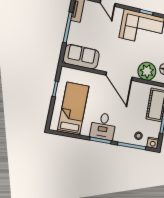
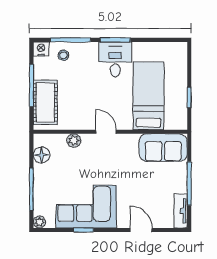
plant: (147, 71) -> (74, 141), width x0.53, depth x0.53
door: (119, 76) -> (106, 132), width x0.53
bed: (73, 109) -> (149, 96), moved, turned 180

